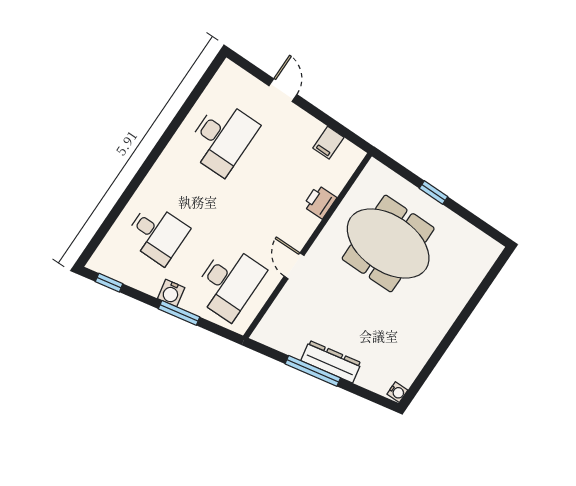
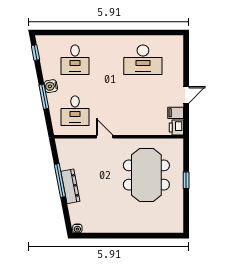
door: (283, 90) -> (186, 95), moved
printer: (320, 202) -> (176, 127), moved, turned -90
door: (294, 266) -> (105, 137), hinge flipped
desk: (229, 283) -> (75, 111), width x0.73

